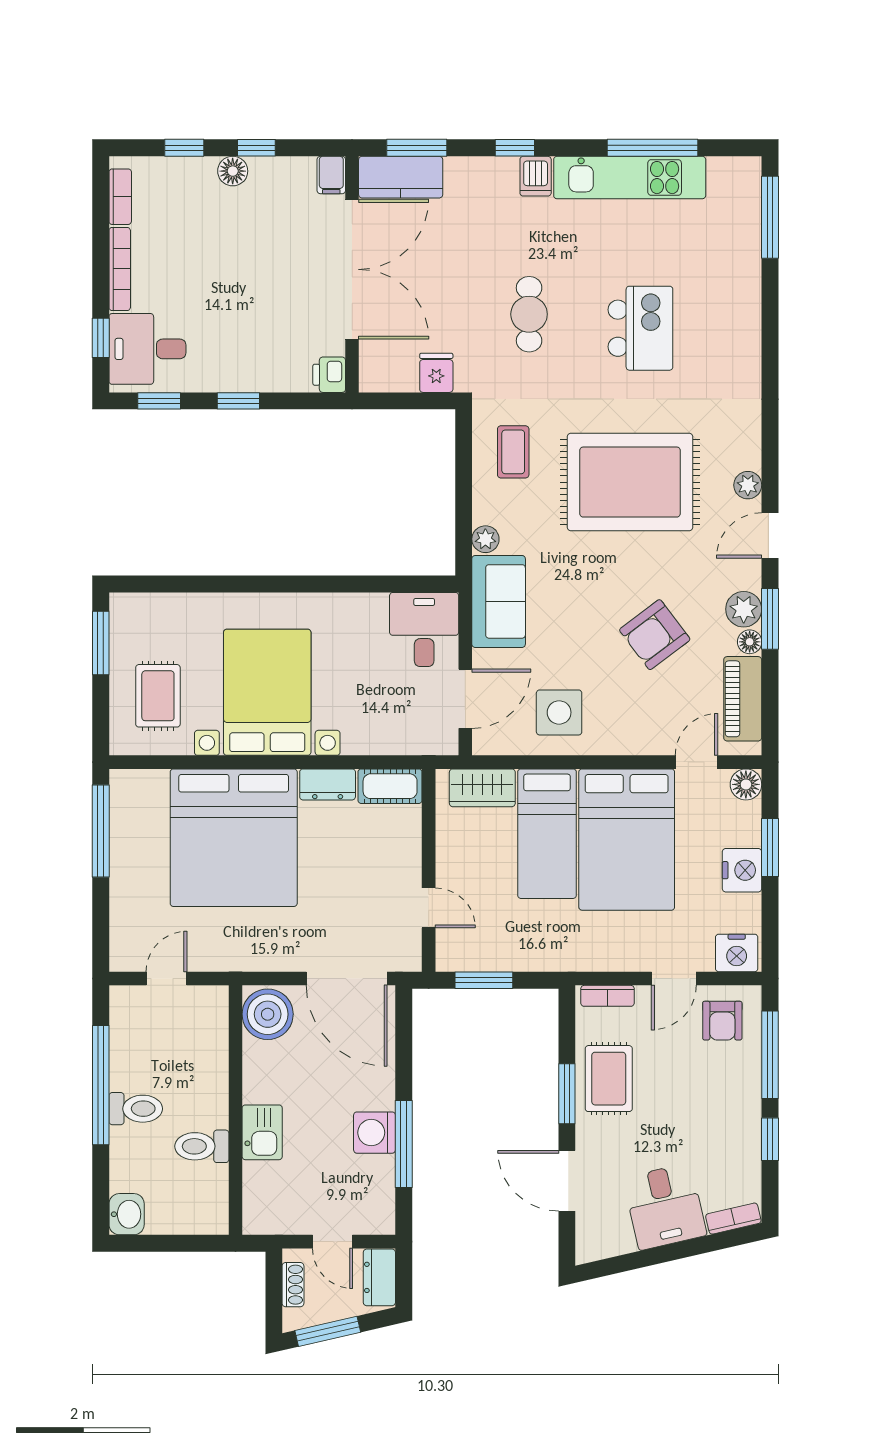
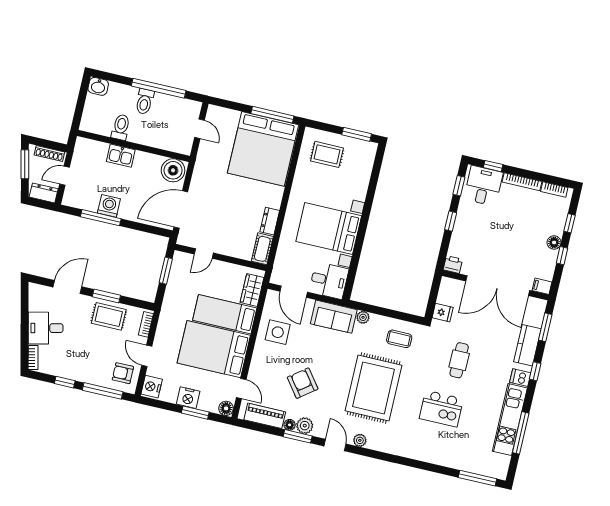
kitchen counter: (401, 177) -> (527, 345), moved
cafe table: (529, 314) -> (459, 360), turned 90
bed with nightstands: (267, 692) -> (329, 229), moved, turned 180
bed: (234, 838) -> (263, 149), moved, turned -90
shoe rack: (293, 1285) -> (49, 154), width x1.43

